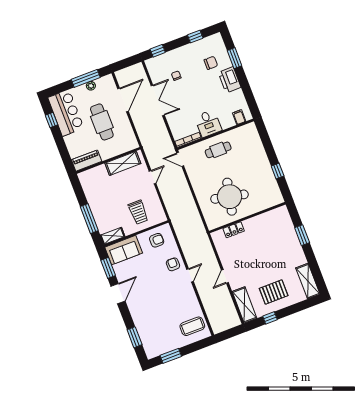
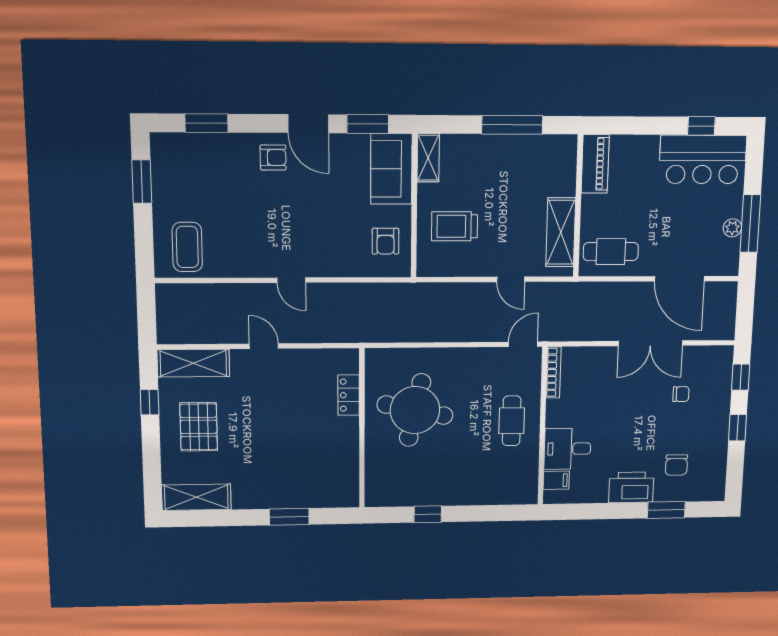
window: (195, 36) -> (737, 428), moved
cafe table: (102, 122) -> (611, 252), moved, width x0.73, depth x0.74
desk: (208, 123) -> (567, 449), moved
window: (89, 219) -> (512, 125), moved
armchair: (173, 264) -> (273, 157), moved

